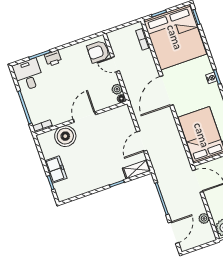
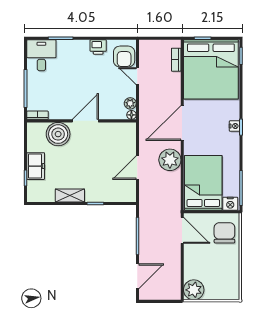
armchair: (98, 52) -> (124, 57), turned -90
printer: (53, 58) -> (98, 47), moved
shelving: (137, 169) -> (70, 195), moved
plant: (204, 218) -> (170, 160), moved, width x1.88, depth x1.88

